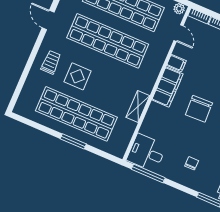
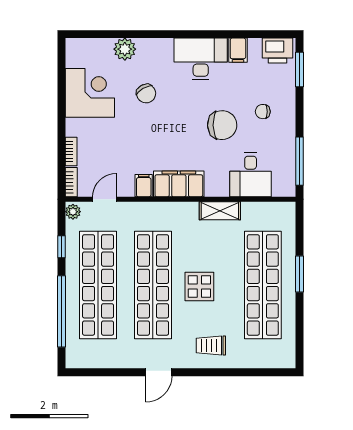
display table: (78, 76) -> (199, 286), moved
chair: (199, 109) -> (222, 125), moved
desk: (146, 153) -> (251, 175), moved

